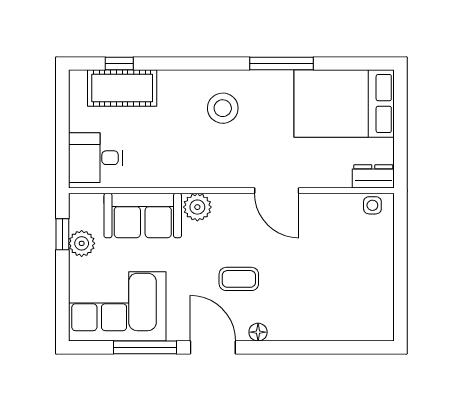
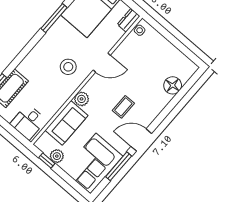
stool: (223, 108) -> (68, 67), moved
floor lamp: (258, 332) -> (173, 85), moved, width x1.89, depth x1.89

